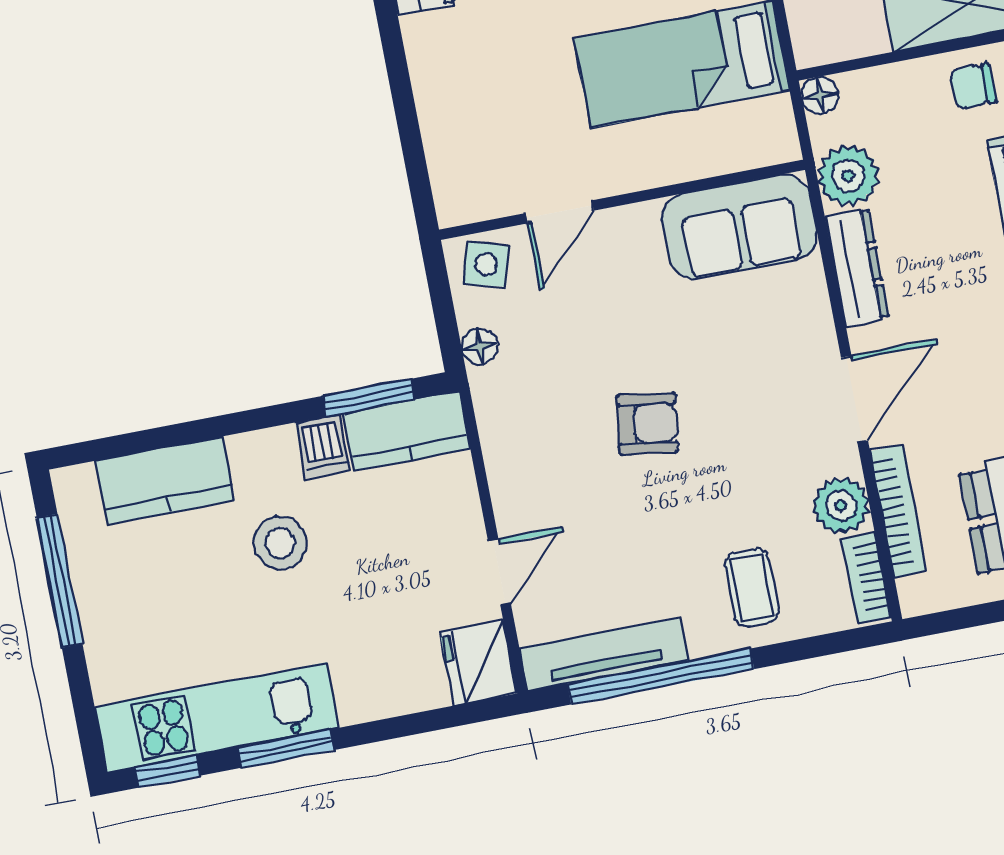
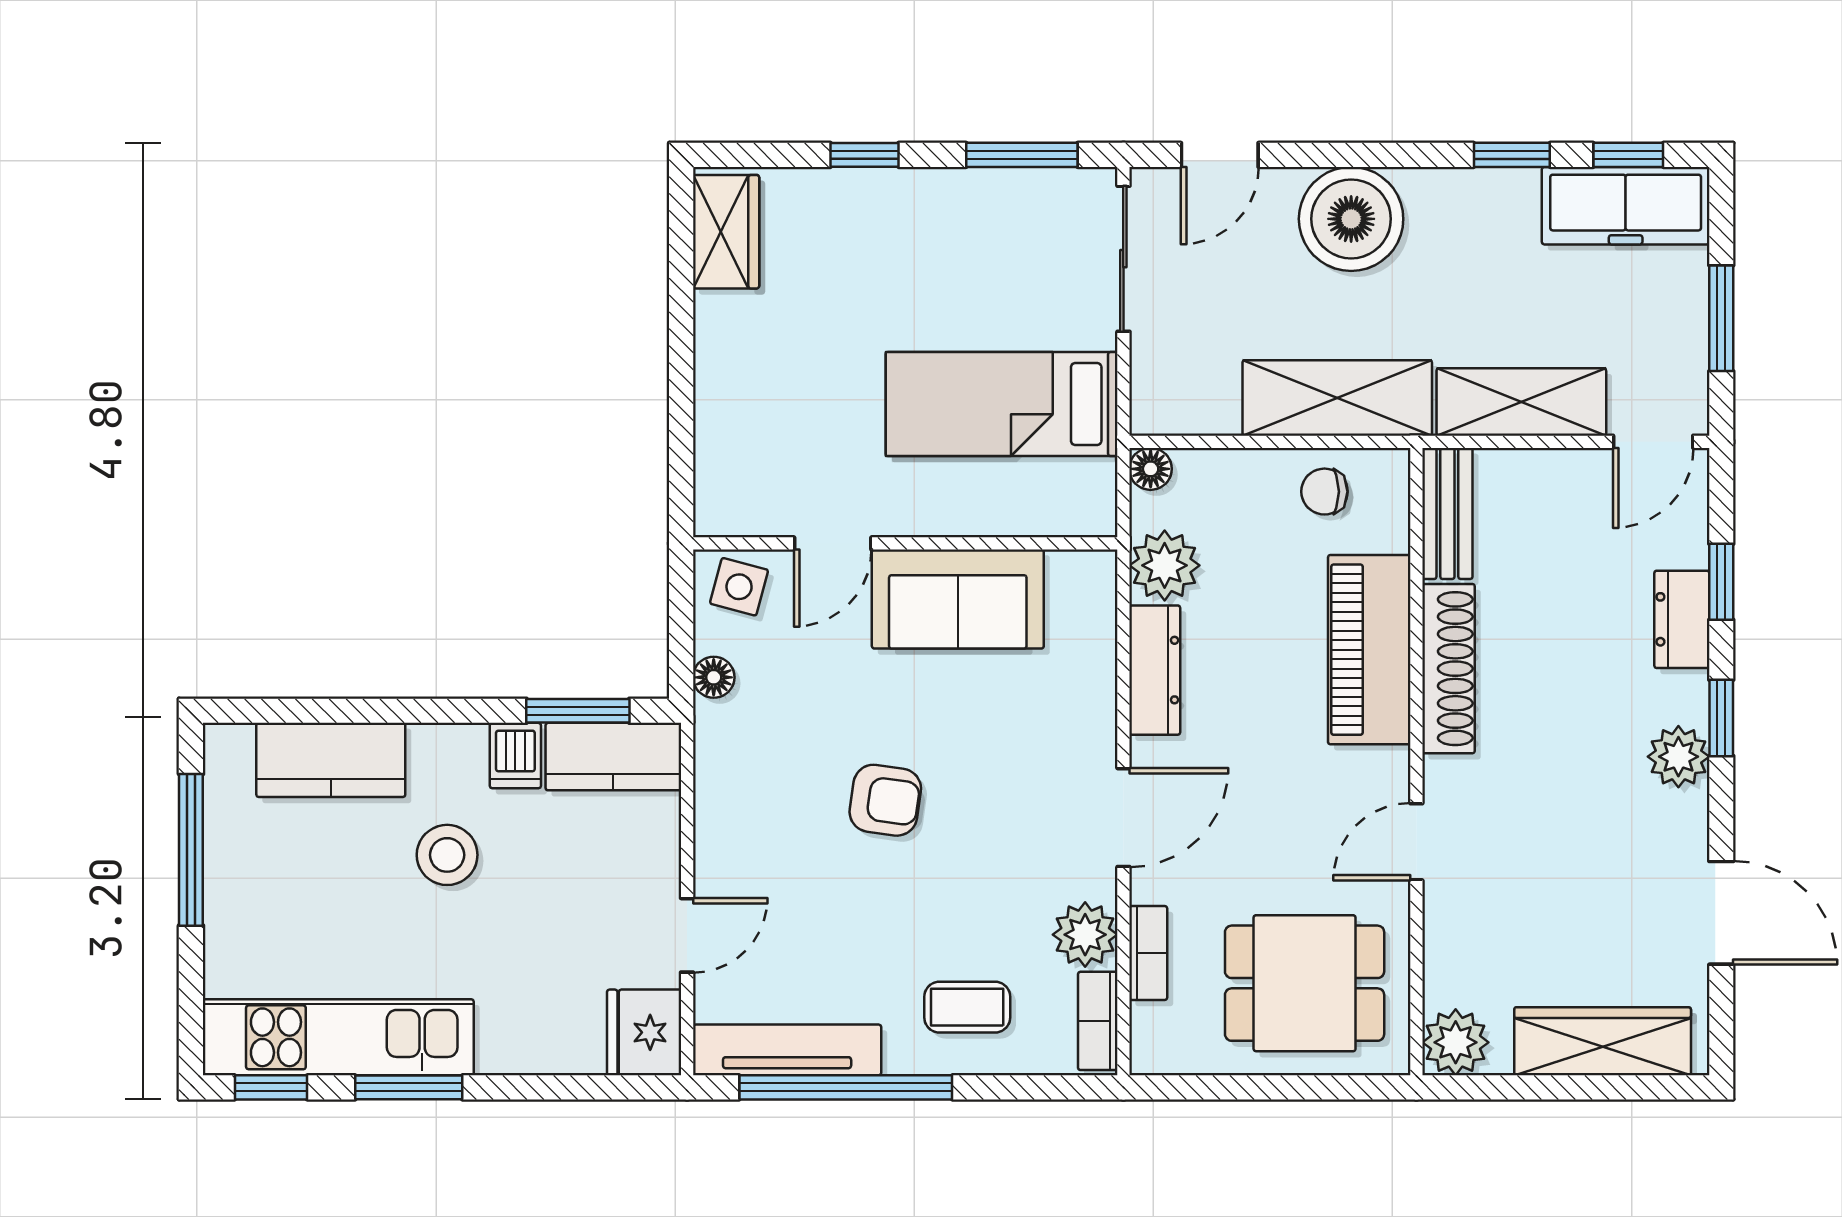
sofa: (740, 227) -> (958, 599), moved
bookcase: (898, 511) -> (1148, 953), width x0.64
coffee table: (752, 587) -> (967, 1007), turned 90

